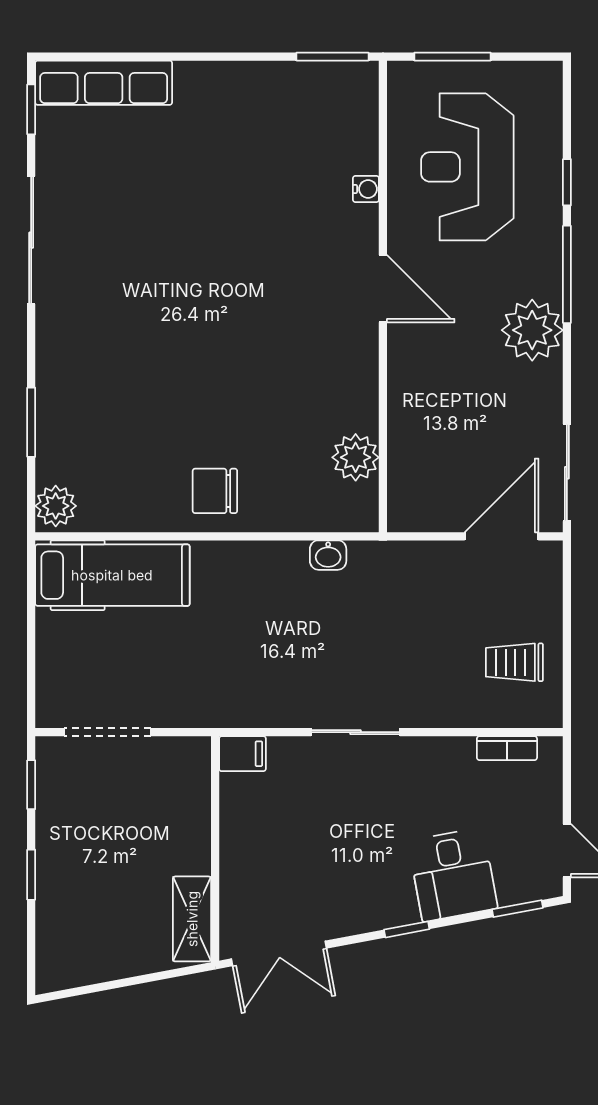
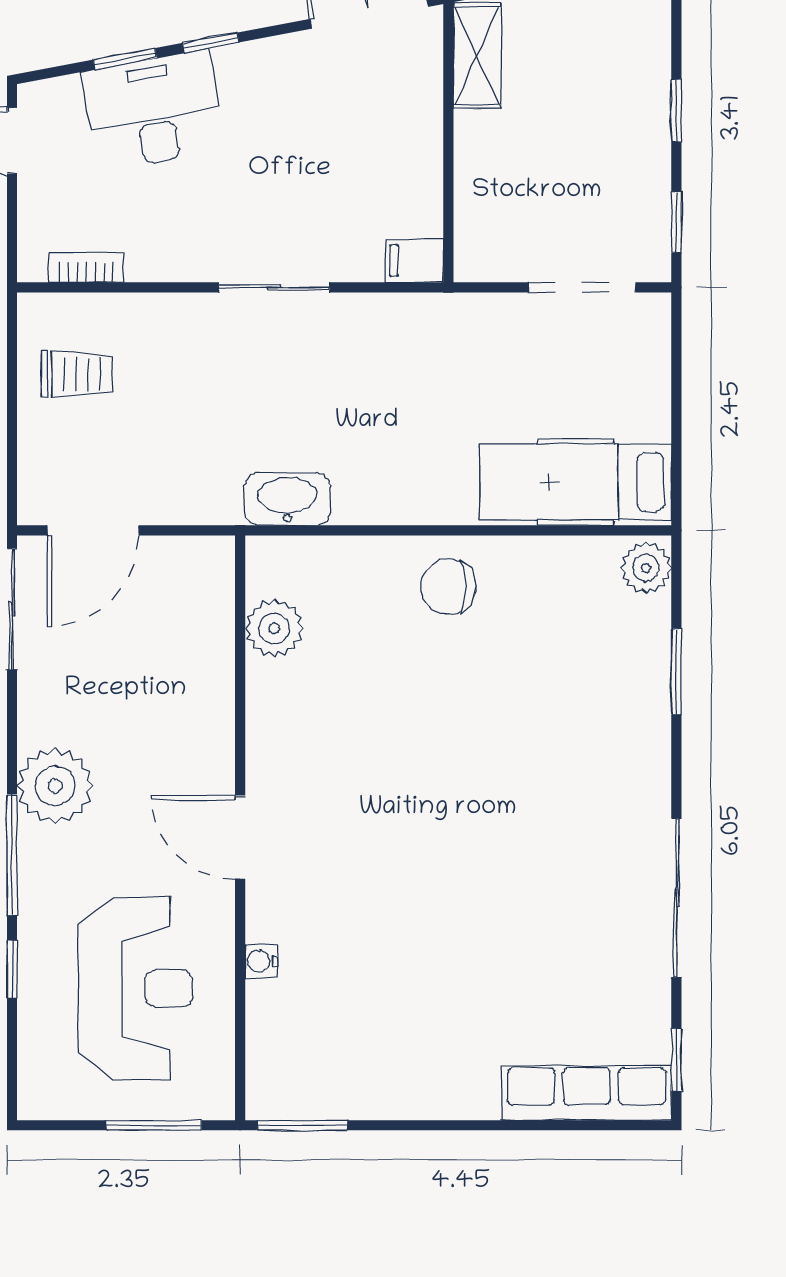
chair: (215, 491) -> (449, 587), turned 180
washbasin: (328, 555) -> (287, 499), width x1.91, depth x1.45
desk: (453, 875) -> (154, 111), width x1.37
window: (518, 909) -> (125, 59), moved

